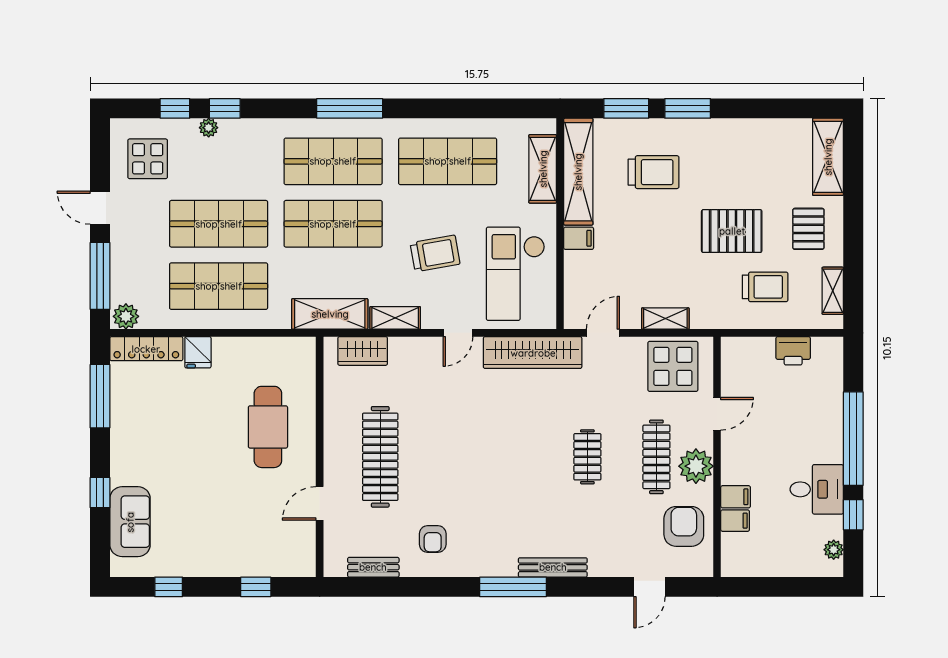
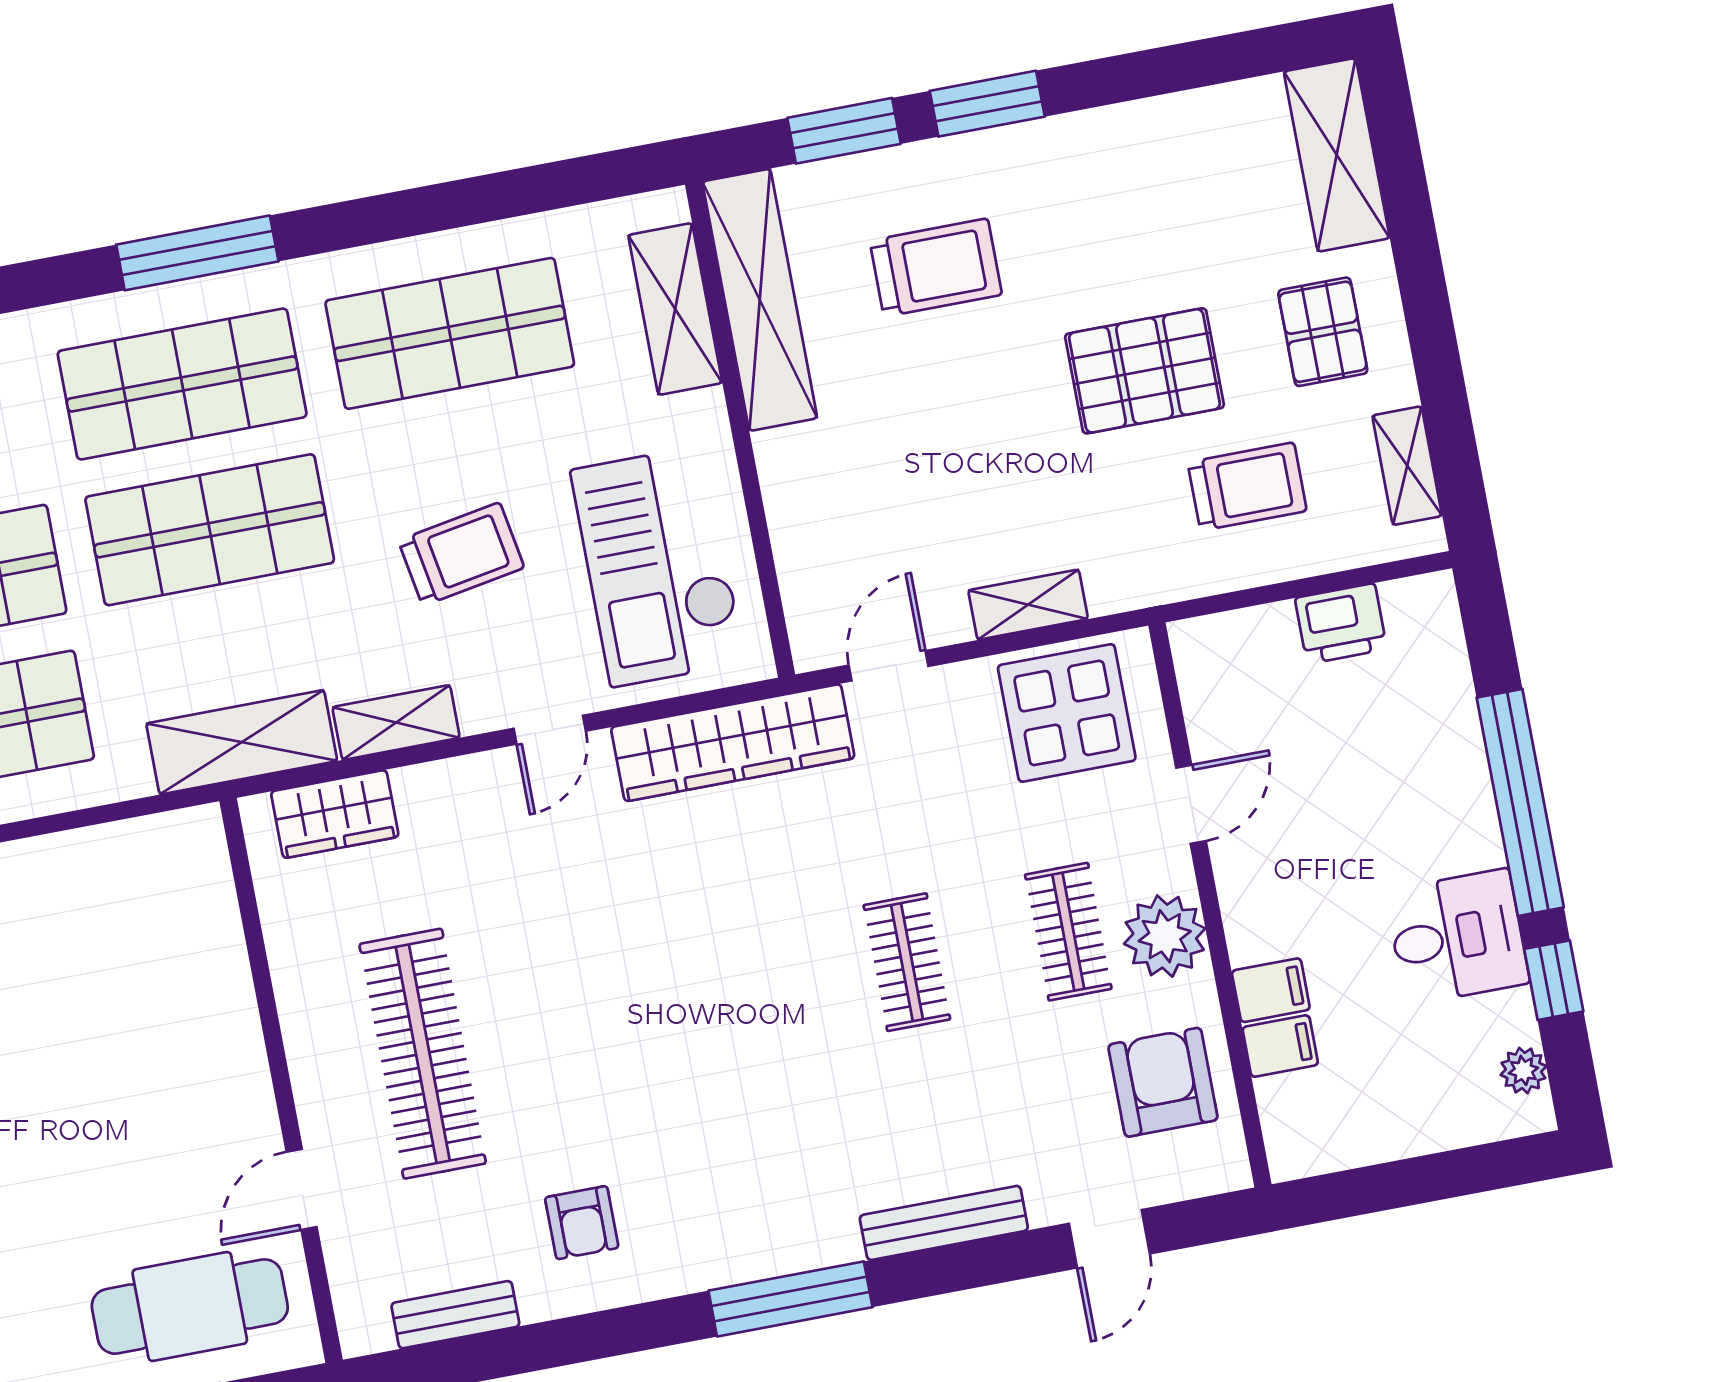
filing cabinet: (579, 238) -> (790, 455), removed
cafe table: (268, 427) -> (190, 1307), moved, turned 90
clothes rail: (656, 457) -> (1068, 932), width x0.73
bench: (553, 567) -> (944, 1223), moved

